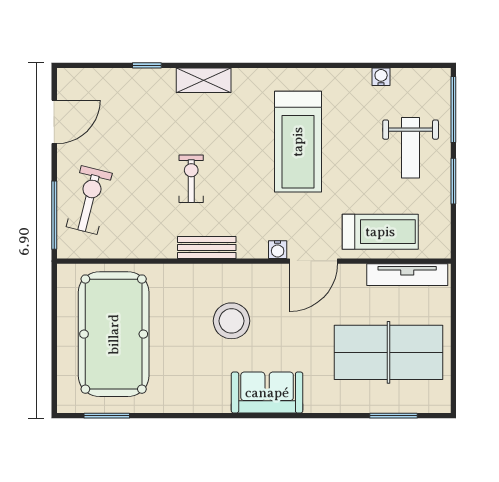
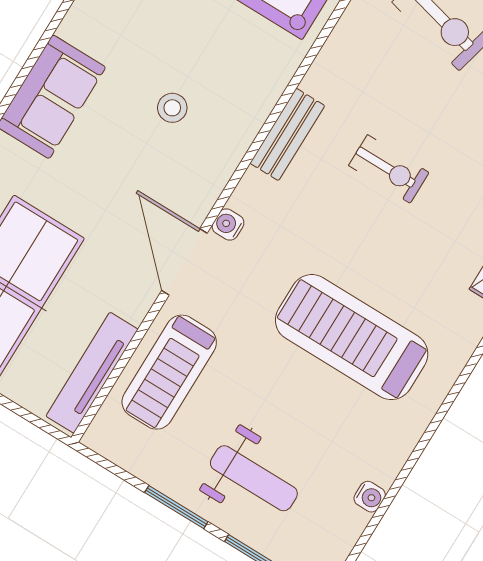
weight bench: (411, 148) -> (254, 478), turned 180
stool: (231, 321) -> (172, 108), width x0.53, depth x0.53

